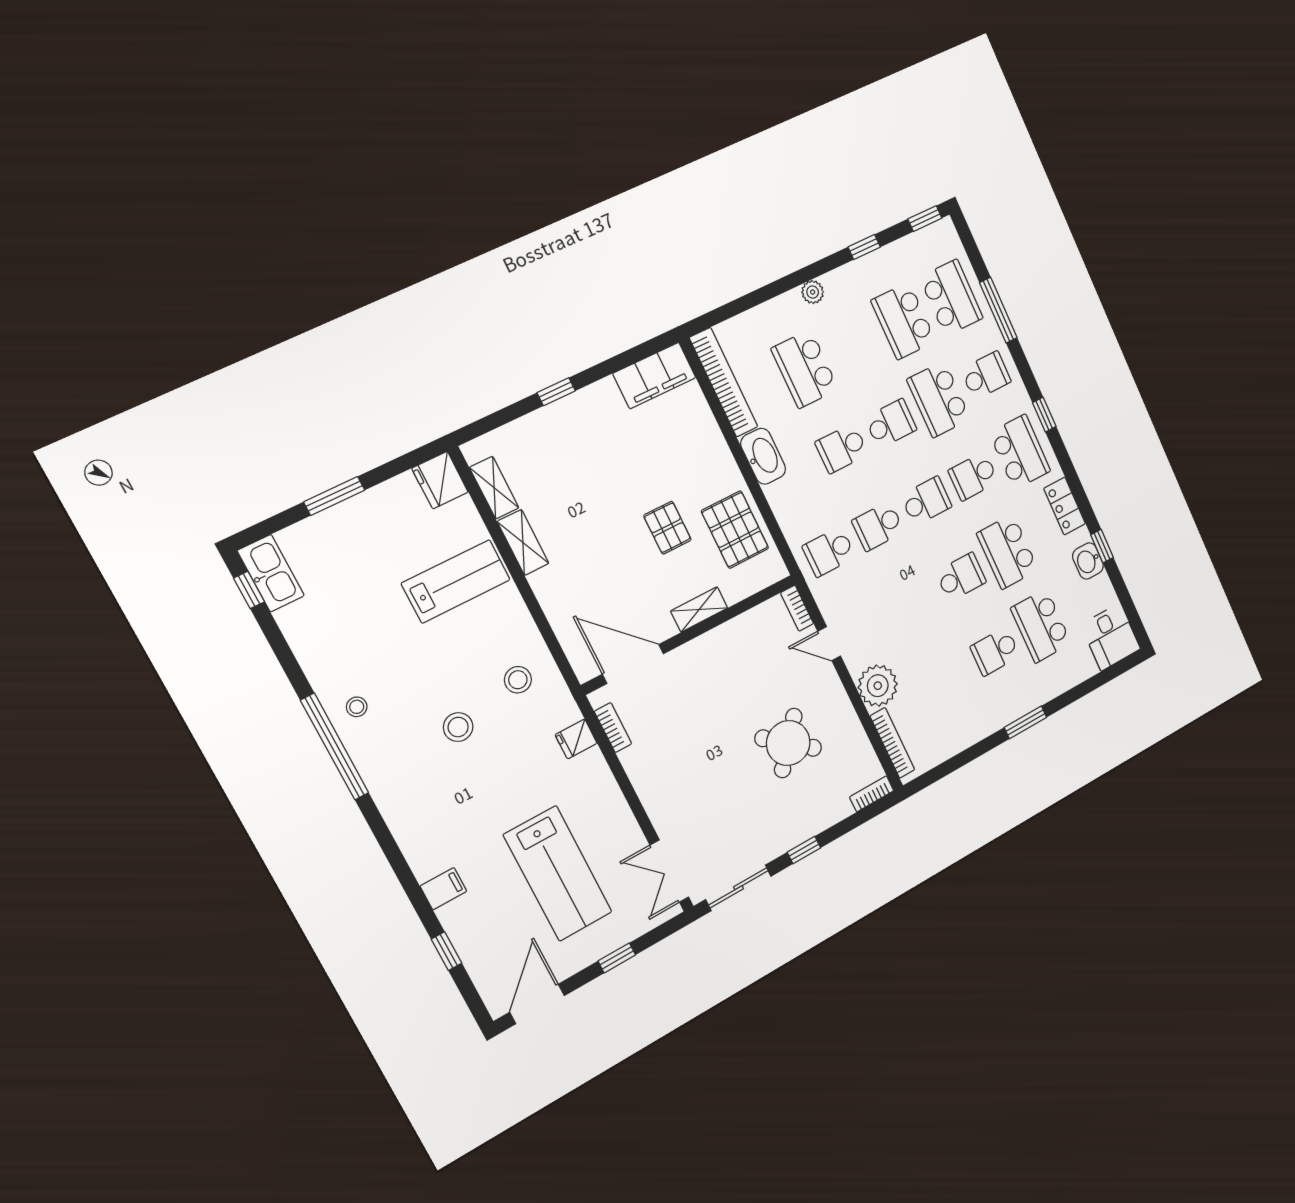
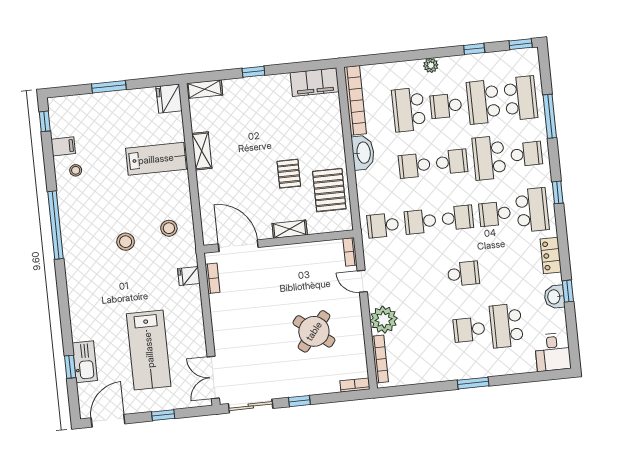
shelving: (494, 488) -> (205, 89), moved, turned 90
school desk: (1007, 552) -> (446, 106), moved, width x0.54
kitchen sink: (271, 573) -> (85, 362), moved
stool: (357, 707) -> (76, 170), moved
filing cabinet: (443, 889) -> (63, 146), moved

